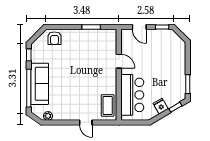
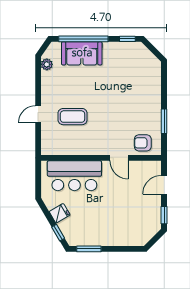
armchair: (54, 38) -> (143, 143), moved
door: (119, 61) -> (119, 158), hinge flipped
sofa: (40, 84) -> (82, 53), width x0.73
coffee table: (108, 105) -> (73, 117), moved

